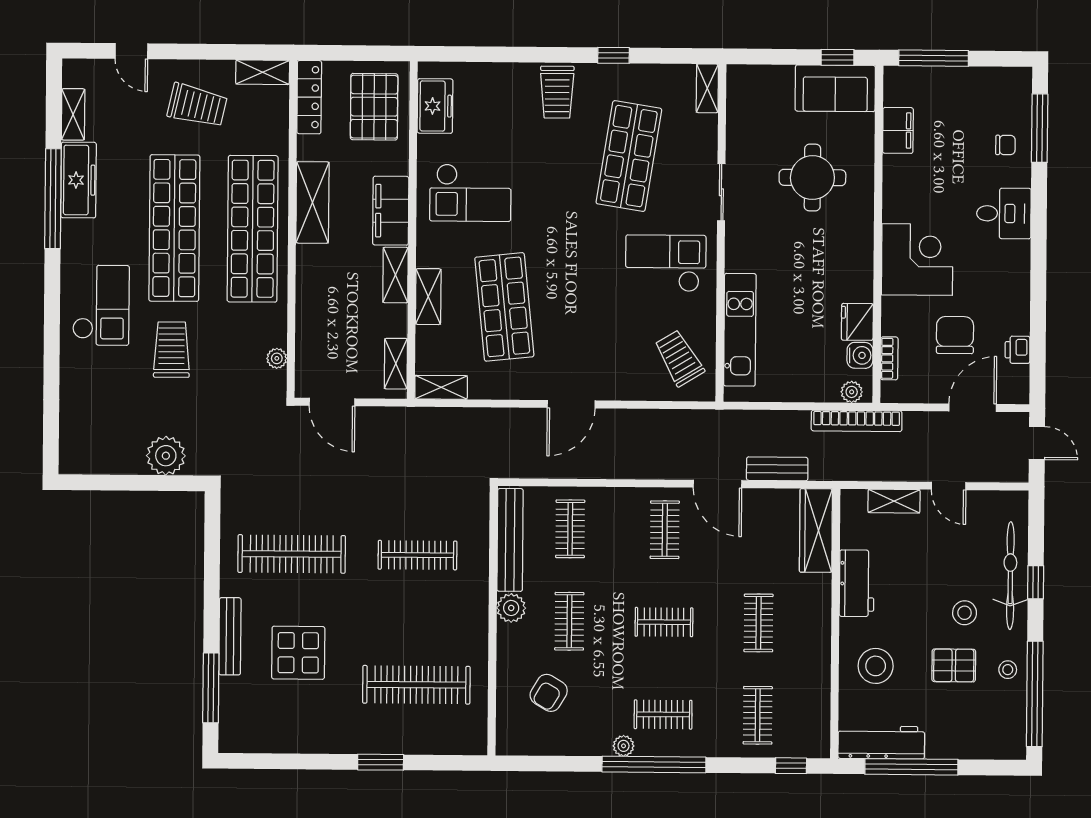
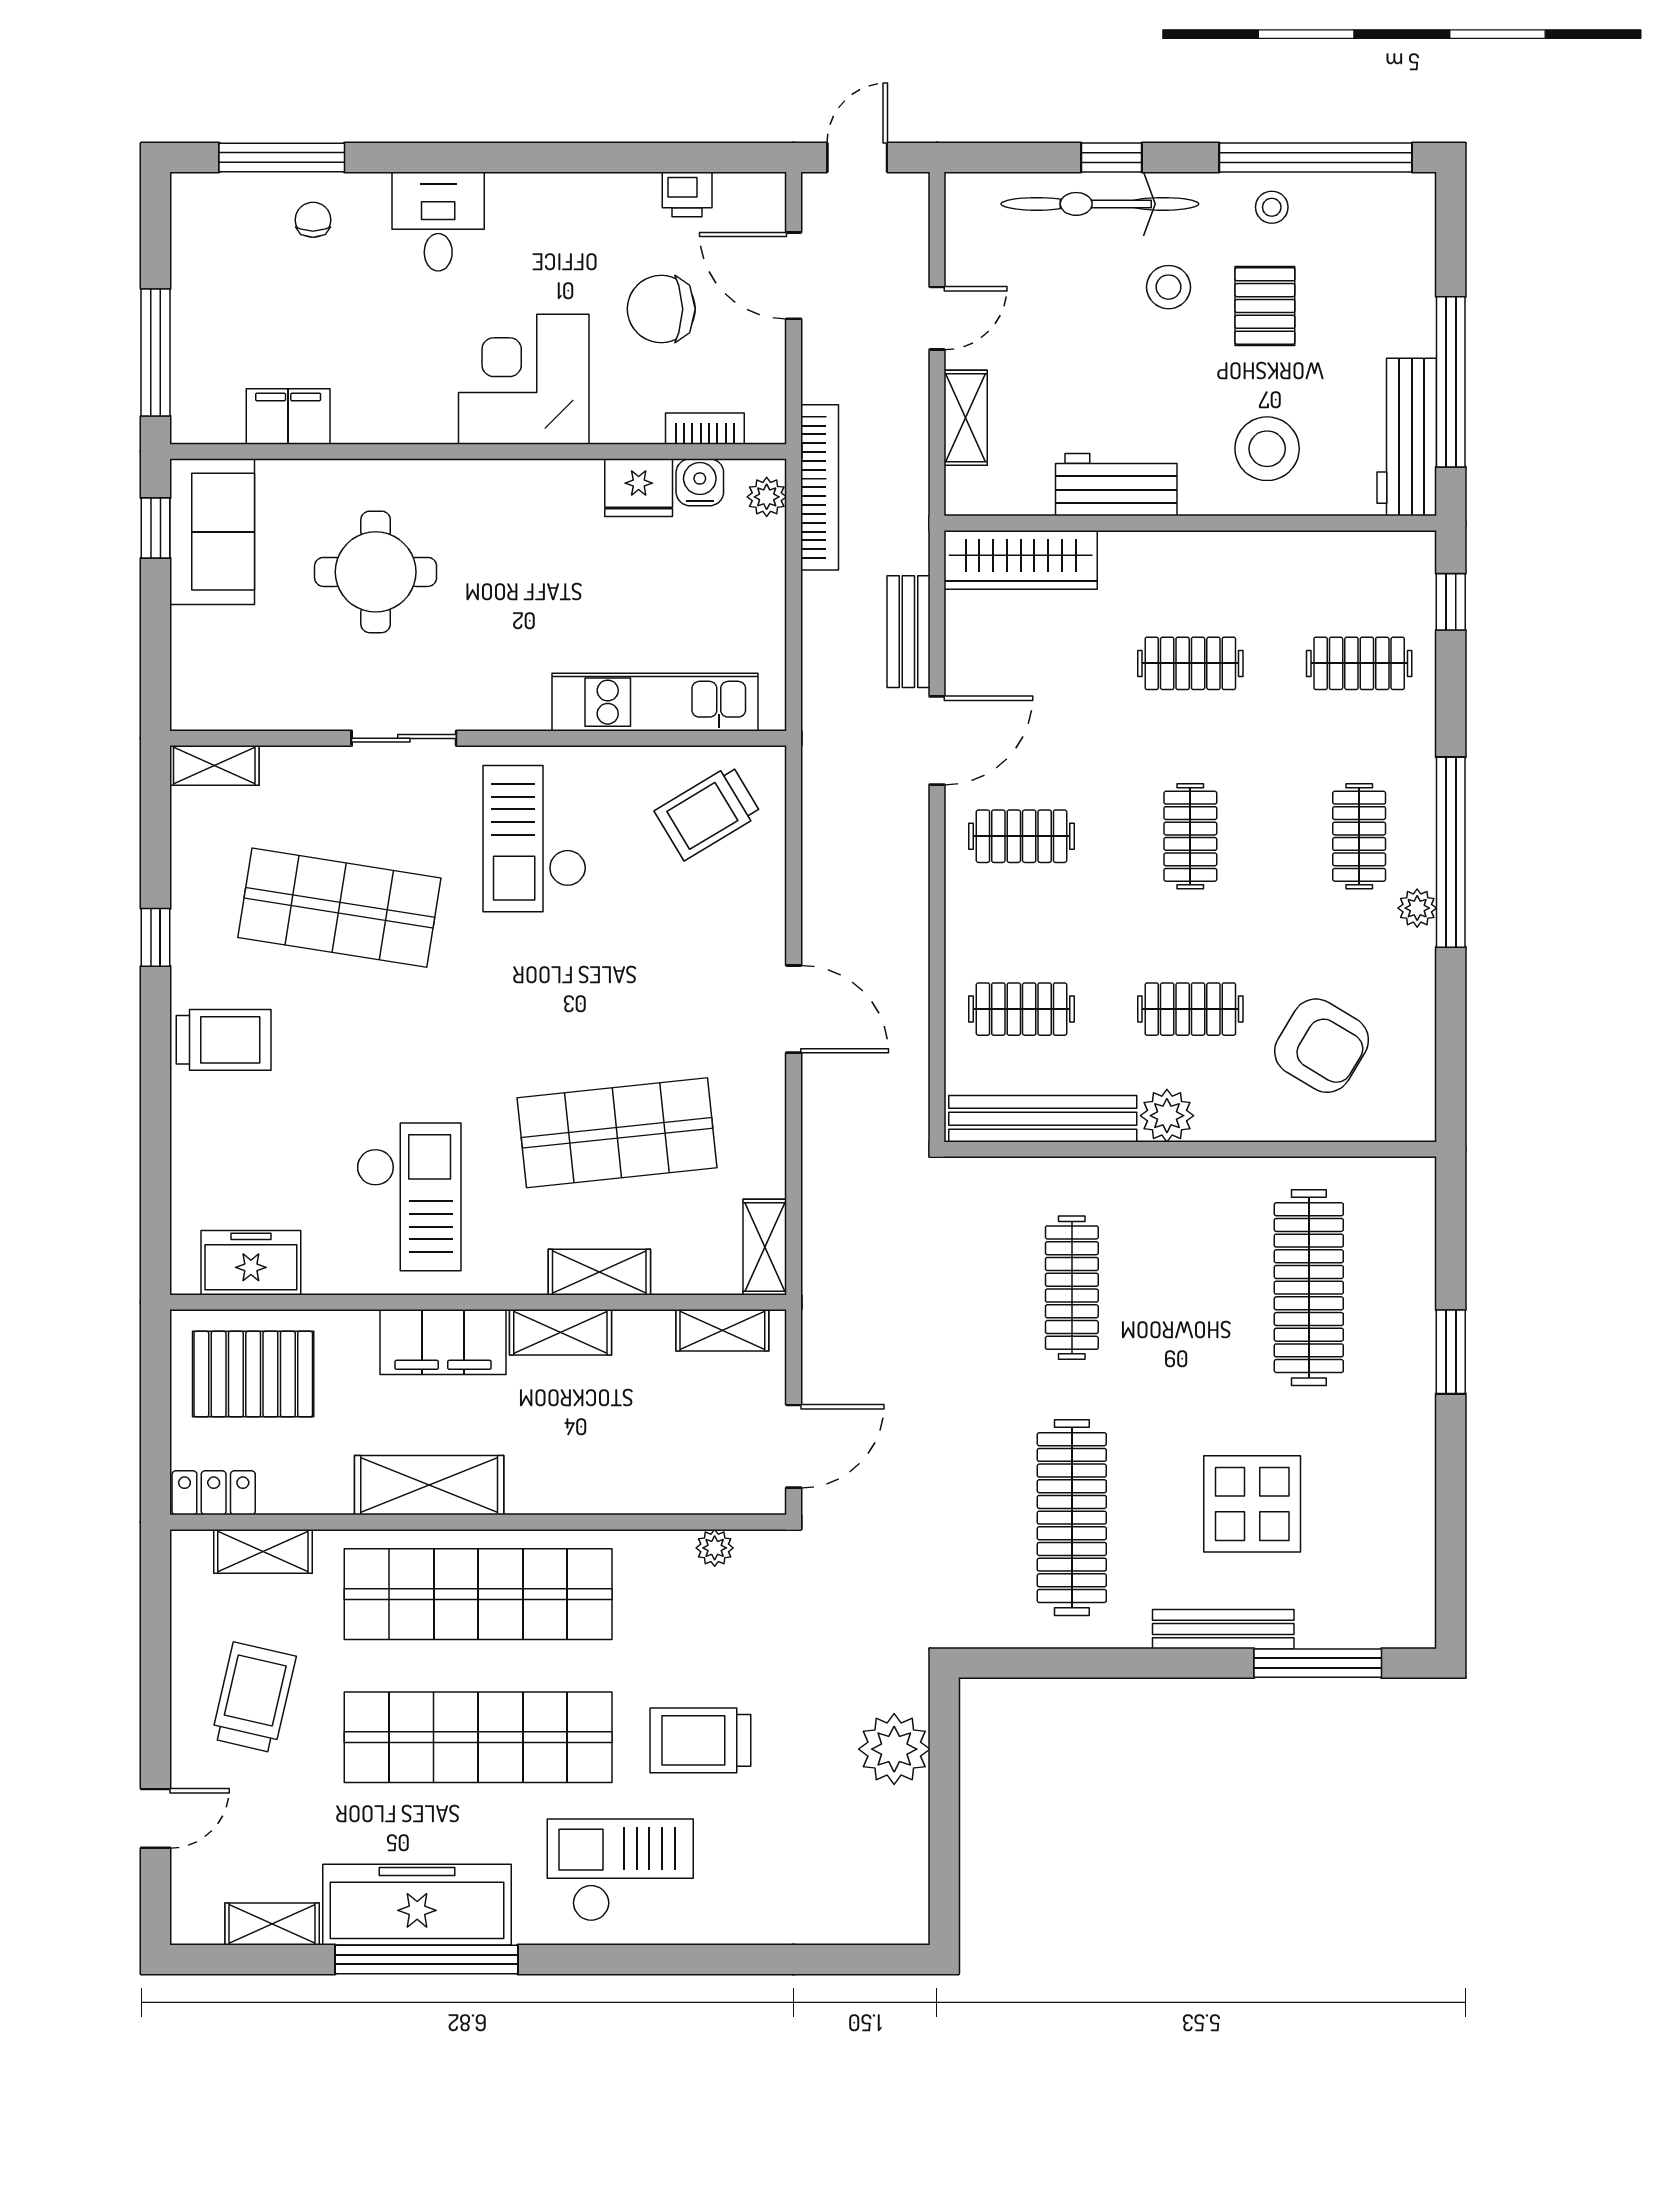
shelving: (263, 72) -> (263, 1551), moved, turned 90
locker: (309, 97) -> (214, 1493), width x0.66
freezer: (78, 180) -> (417, 1905), width x1.36, depth x1.26
armchair: (549, 693) -> (1322, 1046), width x1.38, depth x1.38

